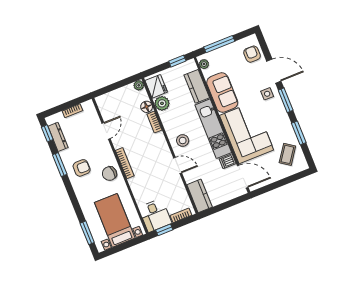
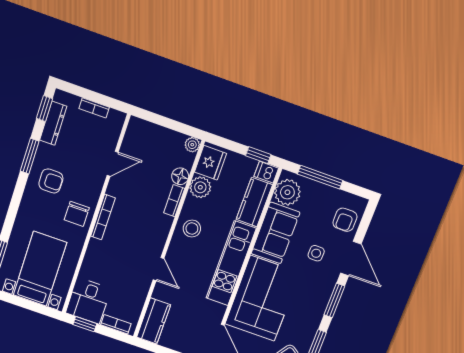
armchair: (252, 54) -> (345, 220), turned 180
plant: (204, 64) -> (287, 192), width x1.87, depth x1.87
side table: (267, 94) -> (316, 253), moved
stool: (183, 140) -> (192, 229), moved
dishwasher: (228, 161) -> (266, 172), moved
chair: (110, 174) -> (77, 214), turned -83

